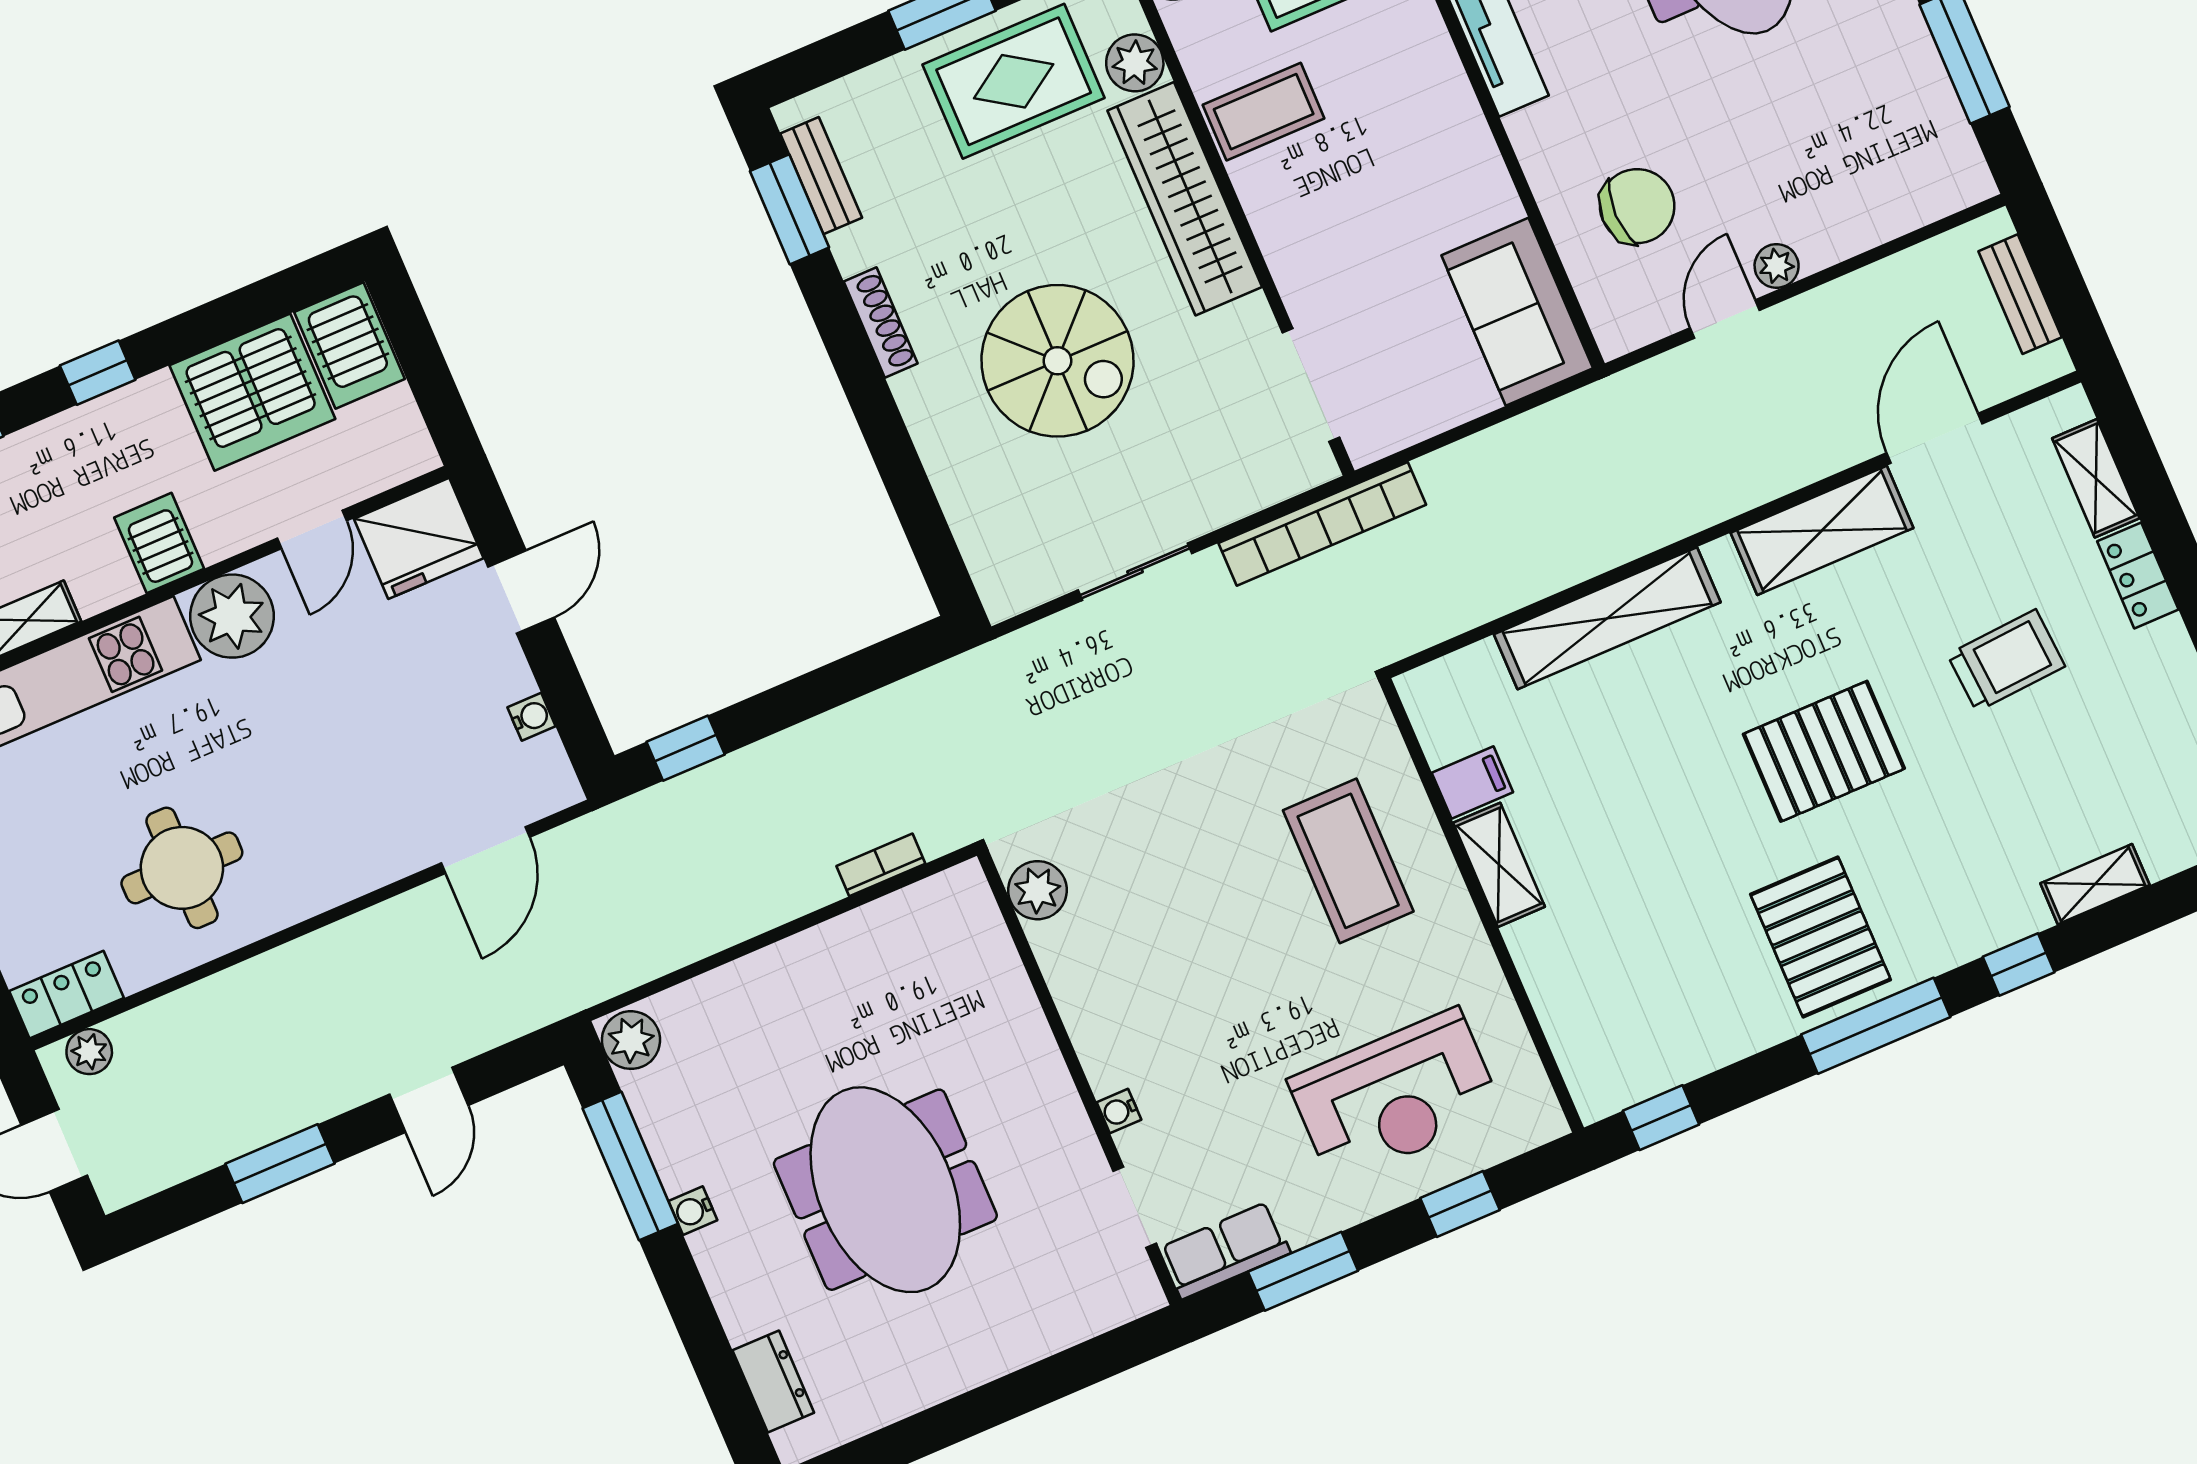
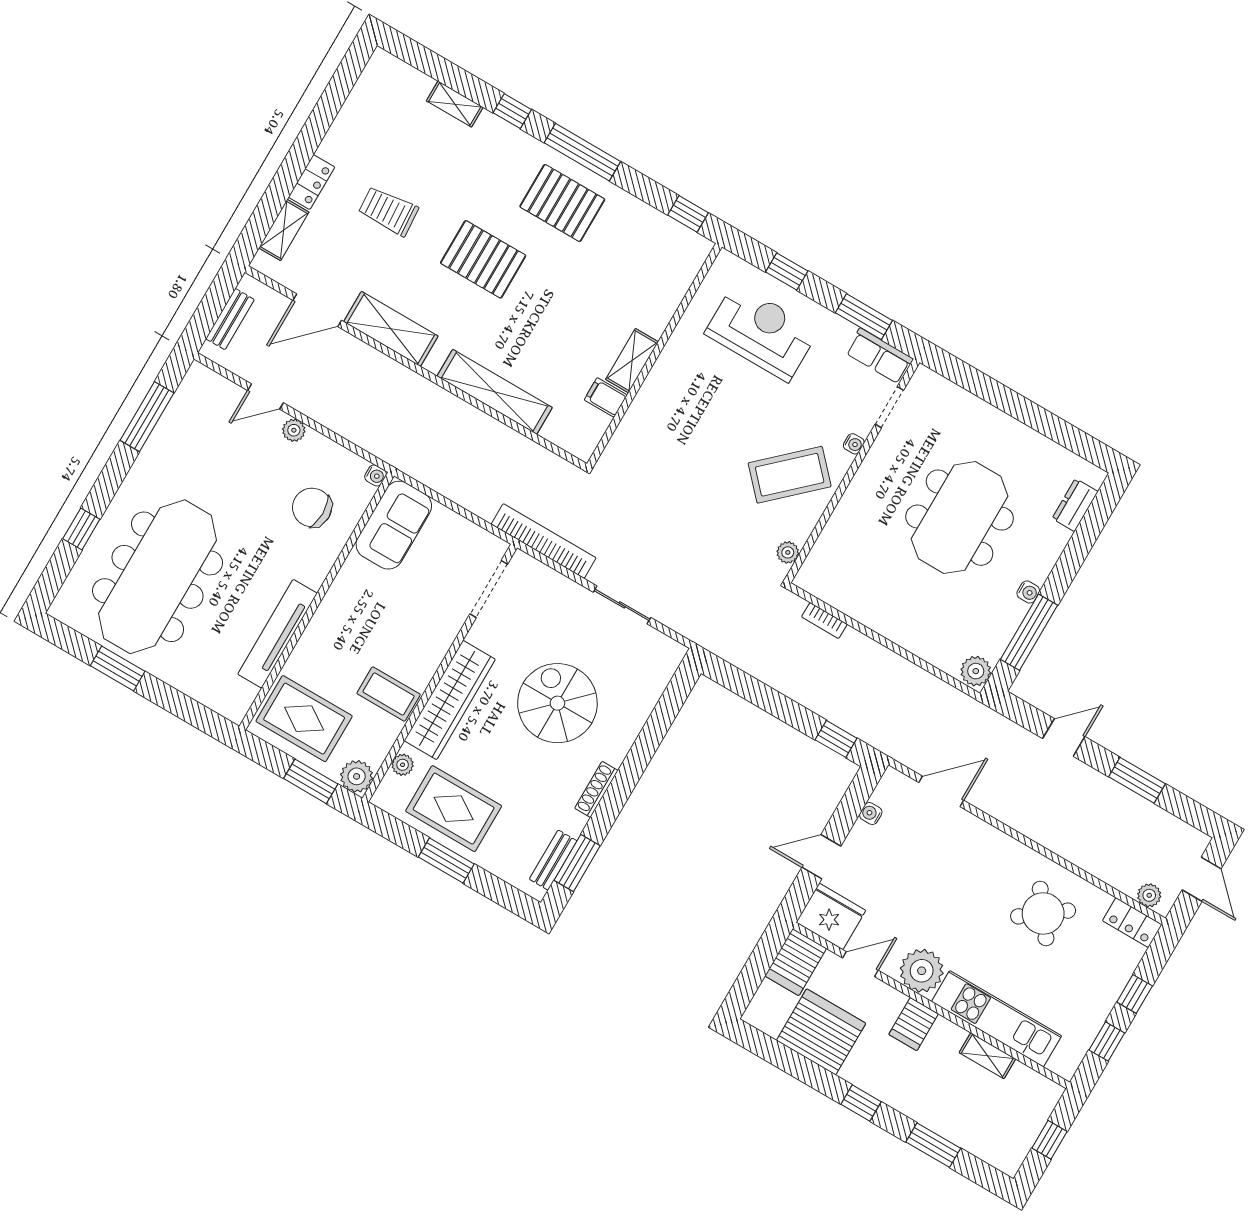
plant: (1135, 63) -> (403, 765), width x0.73, depth x0.73
door: (1725, 319) -> (266, 397), moved
water cooler: (1614, 340) -> (376, 475), added
server rack: (350, 345) -> (796, 962), moved, turned 180
coffee table: (1348, 861) -> (790, 475), moved, turned 47
round table: (182, 868) -> (1043, 913), turned -37
plant: (1038, 890) -> (788, 552), width x0.73, depth x0.73
pallet: (1821, 937) -> (562, 203), turned 90

